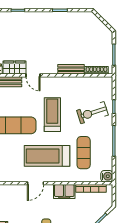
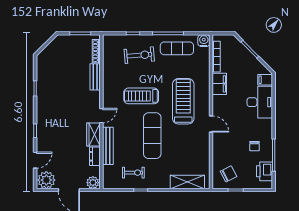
exercise bike: (92, 113) -> (139, 55), turned -77
exercise mat: (84, 153) -> (177, 48), moved
treadmill: (47, 156) -> (183, 101), turned 180
door: (35, 183) -> (211, 124), moved

